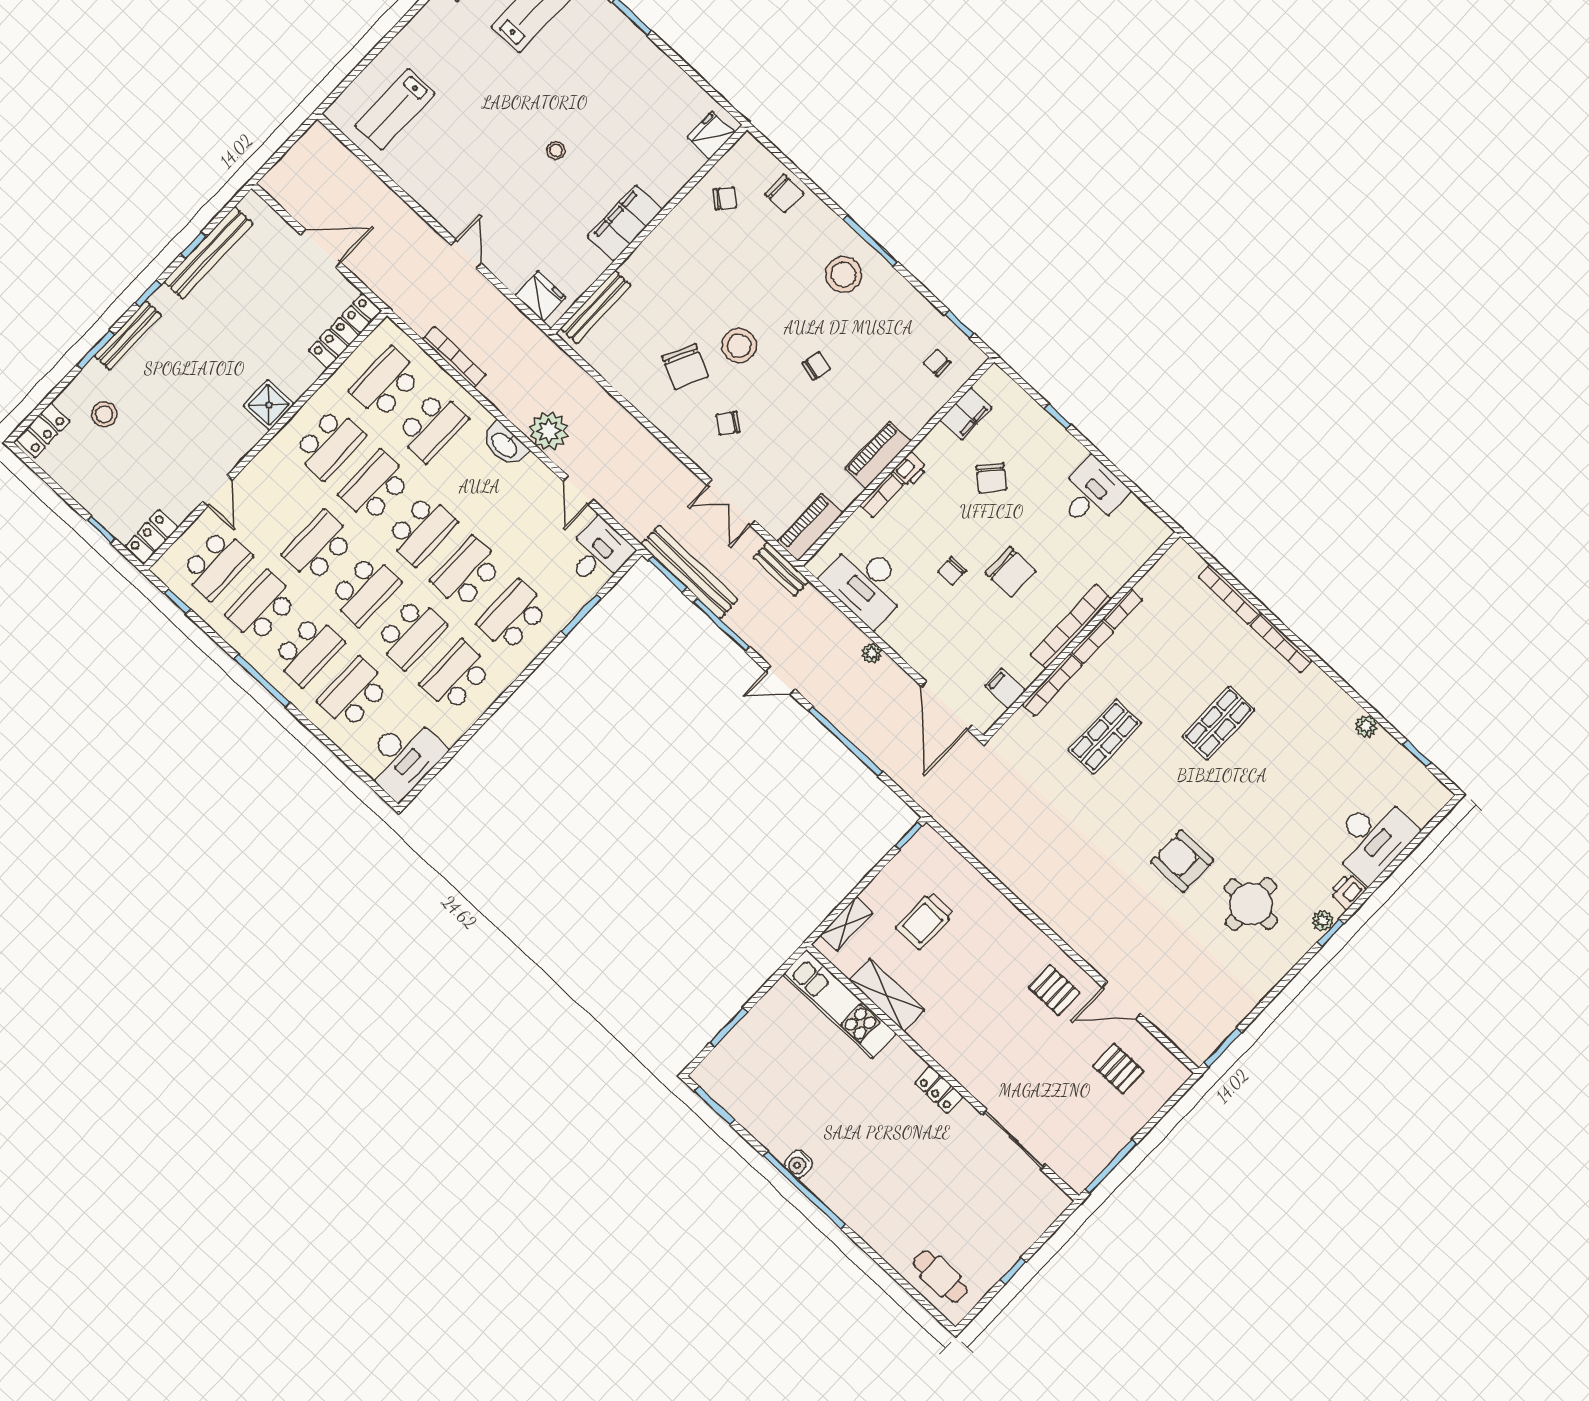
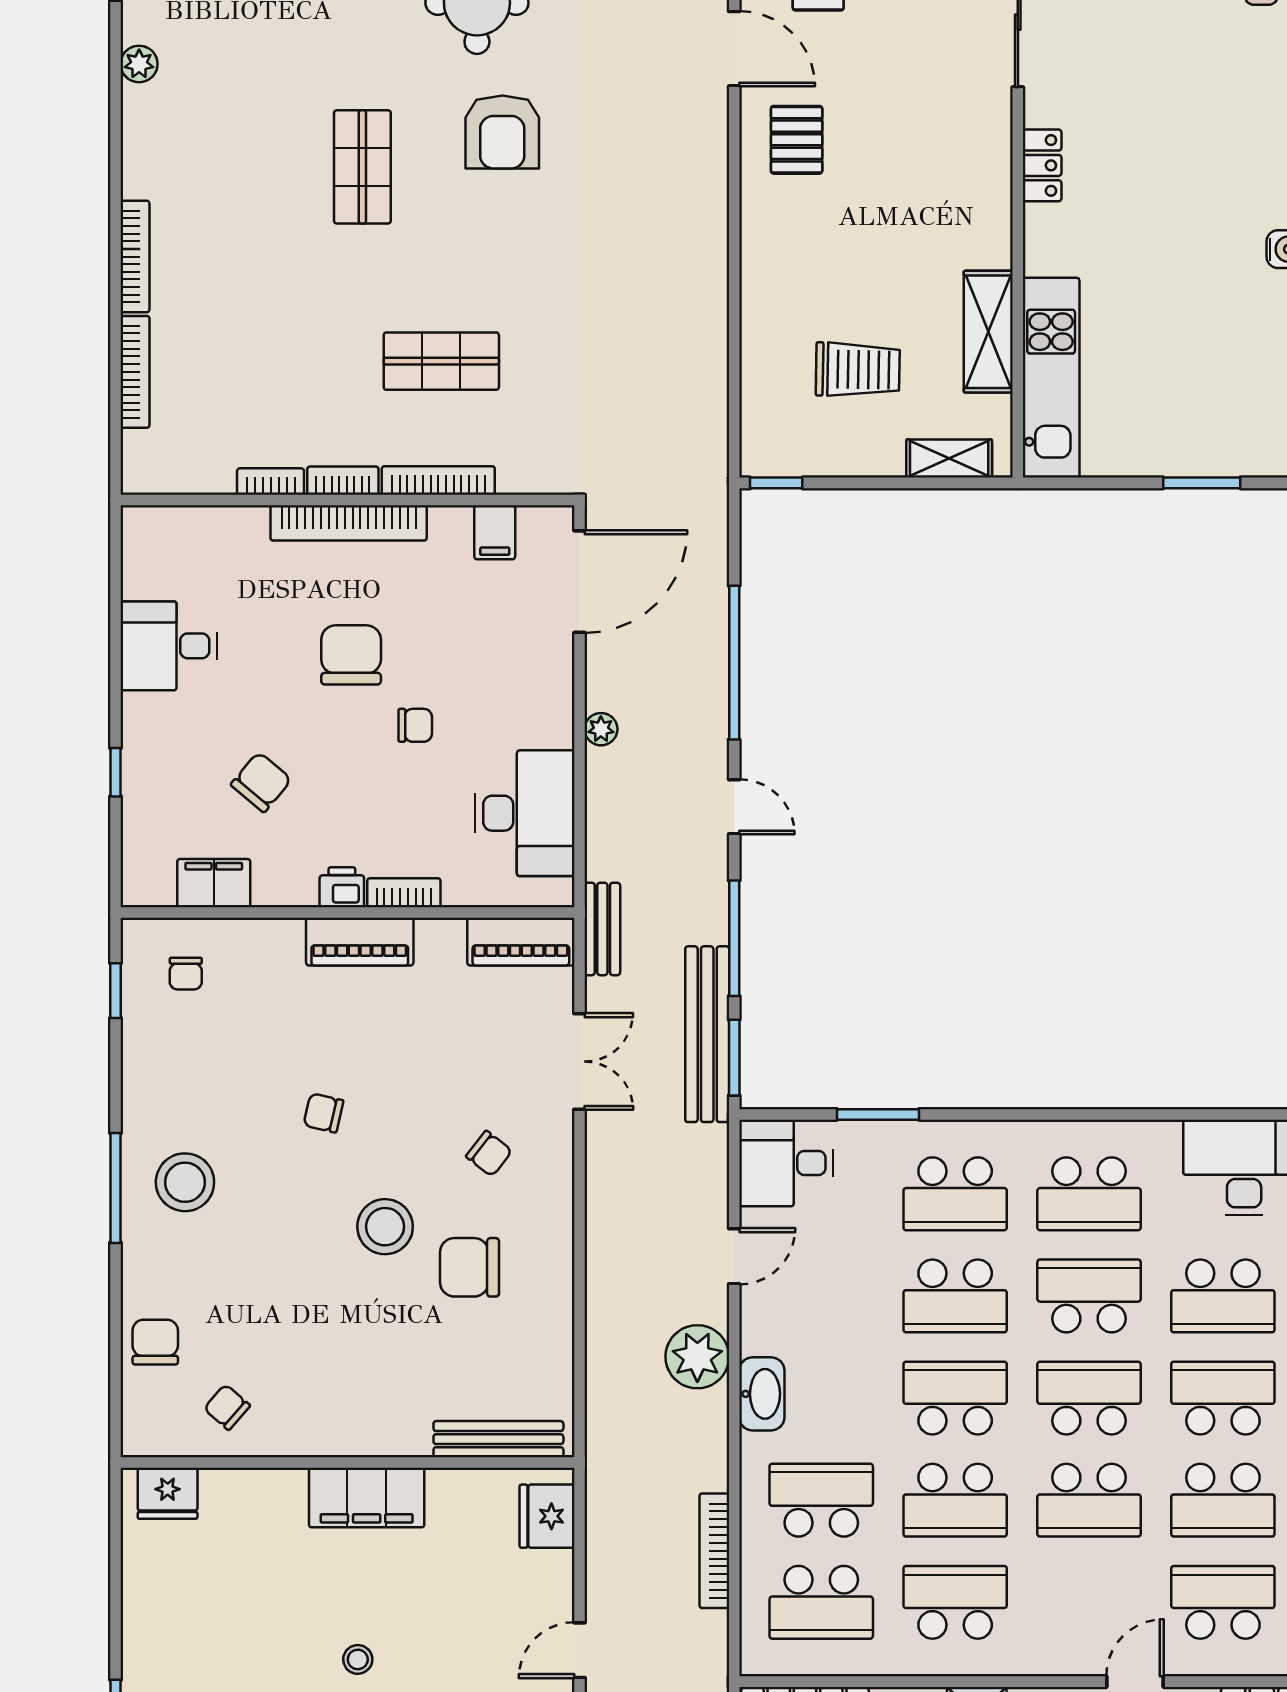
chair: (685, 367) -> (470, 1267), turned -116
shop shelf: (1218, 723) -> (362, 167), moved, turned 90

